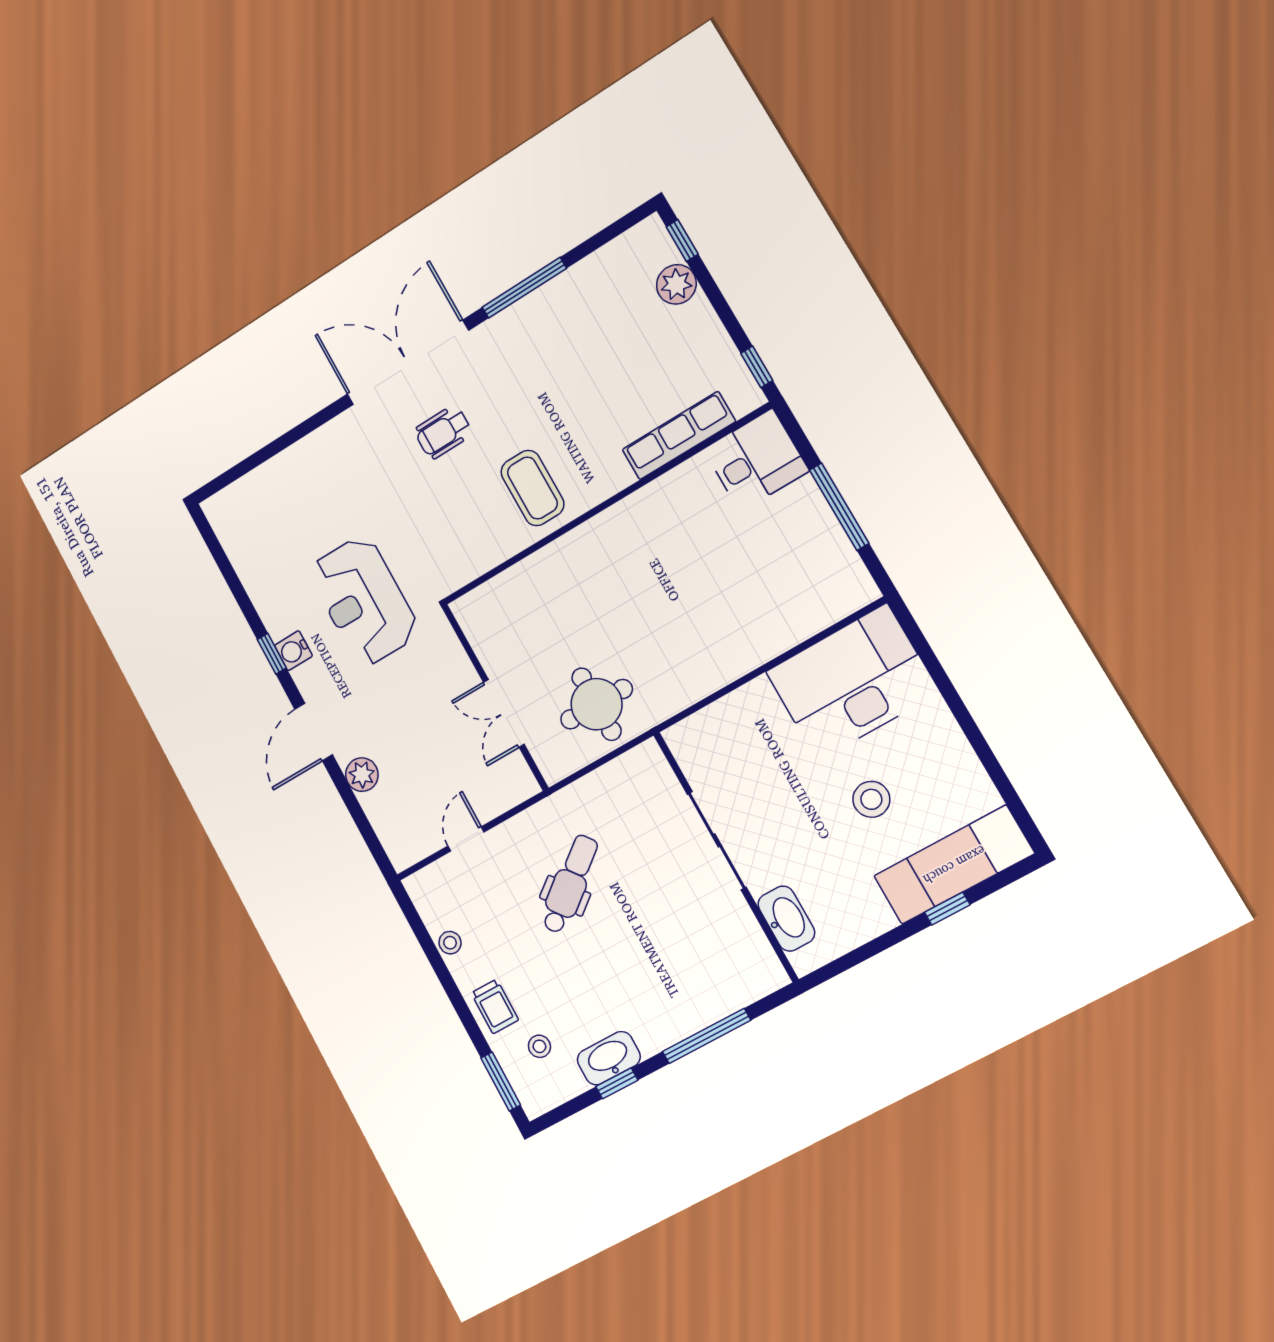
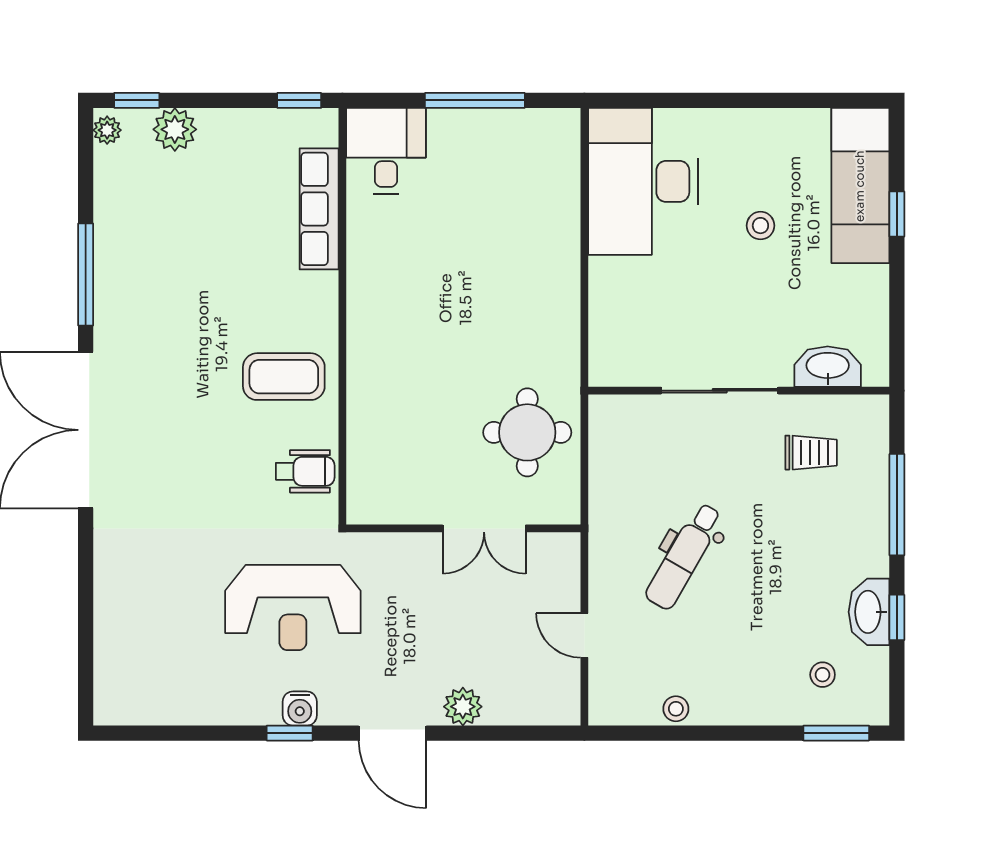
plant: (645, 233) -> (107, 130), added
wheelchair: (443, 432) -> (305, 471), moved, turned -90
stool: (871, 799) -> (760, 226), width x0.73, depth x0.73
dental chair: (570, 884) -> (684, 556), turned -112
trolley: (495, 1006) -> (811, 453), moved

